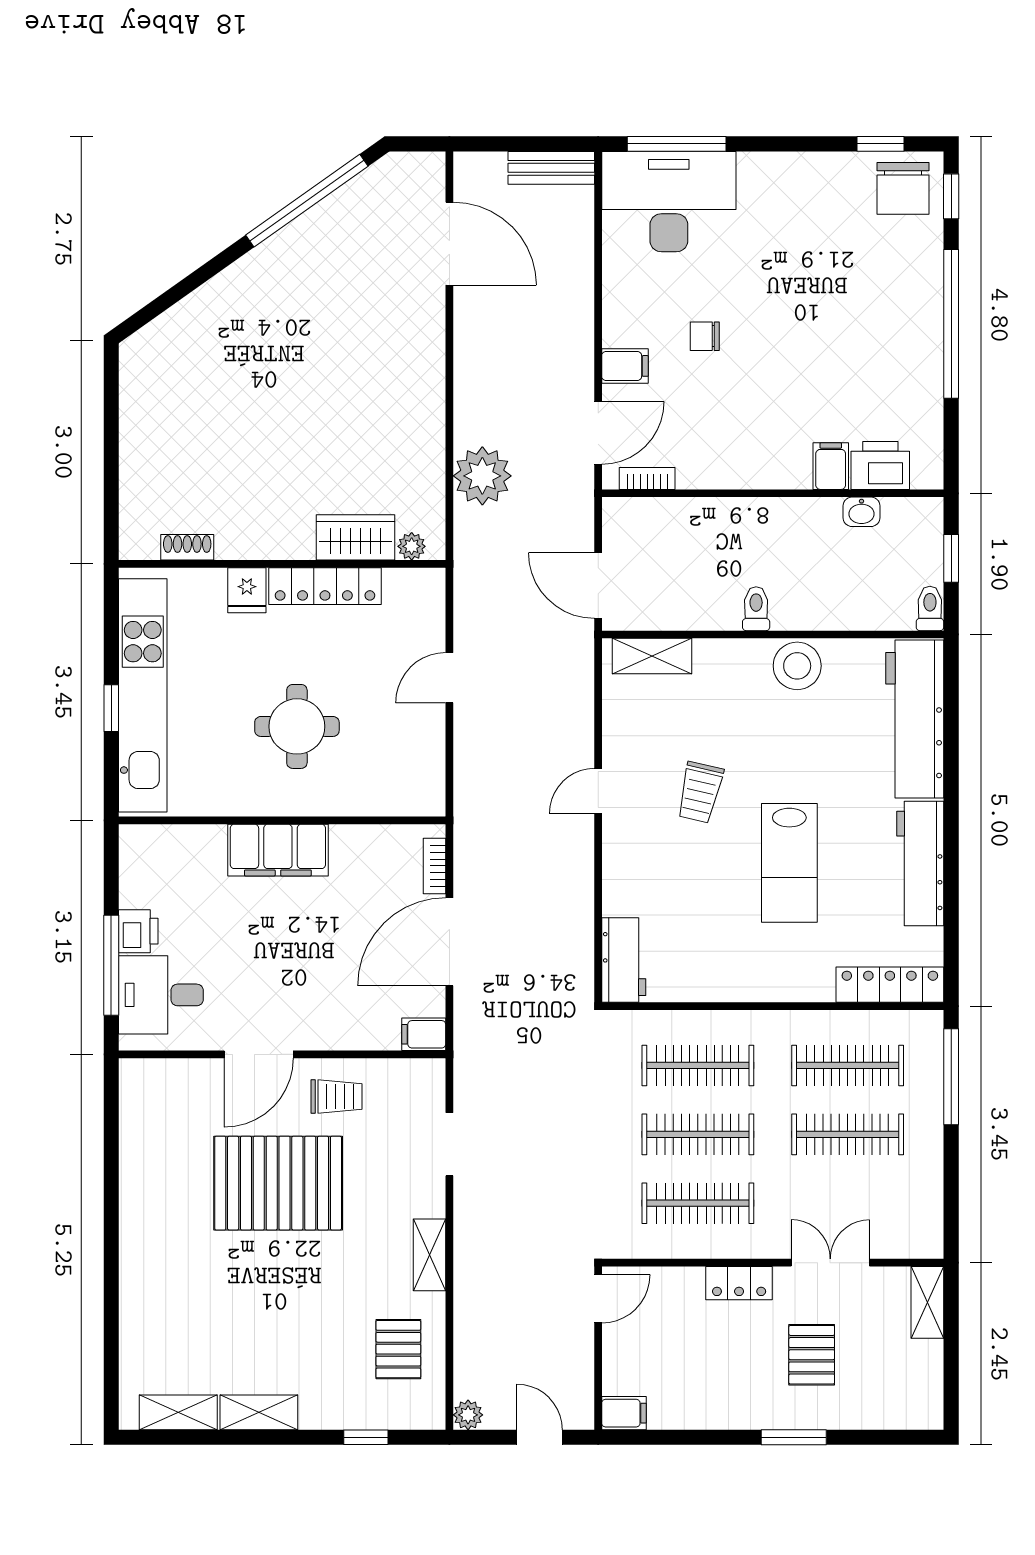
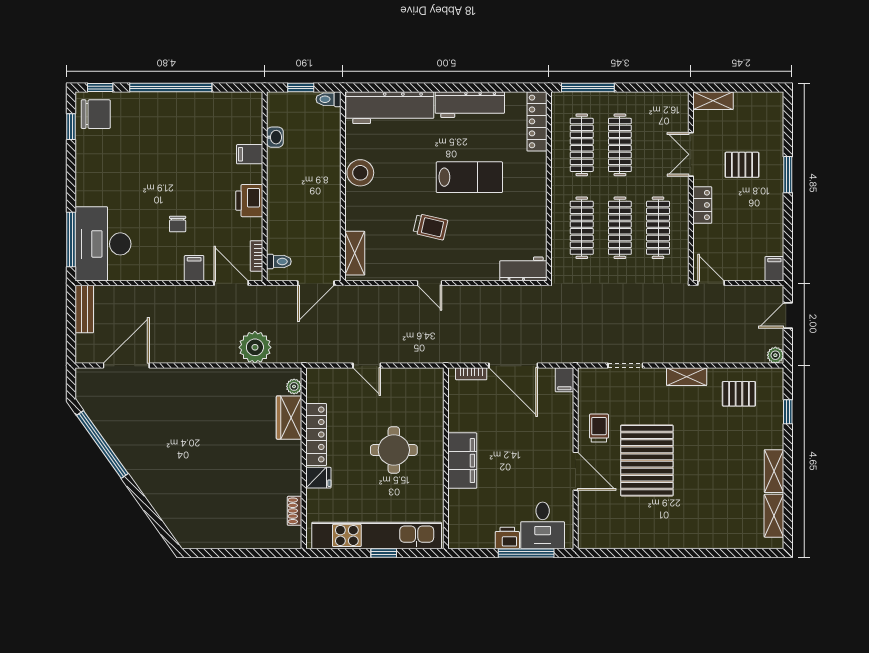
printer: (880, 465) -> (249, 201), moved
toilet: (756, 609) -> (279, 262), moved, turned 180

